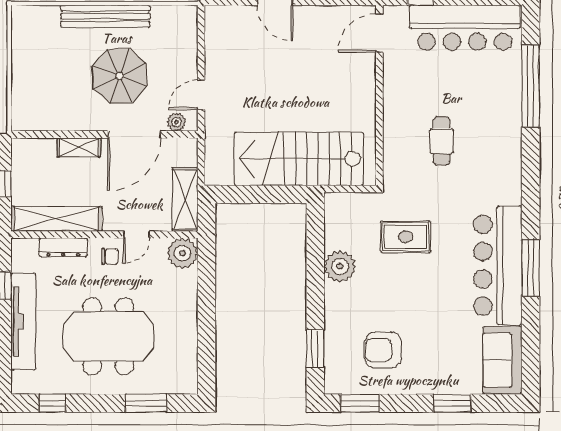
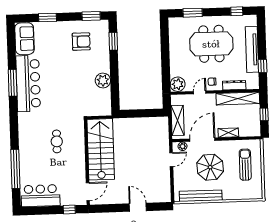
bench: (105, 16) -> (201, 196), moved
bar counter: (465, 28) -> (41, 196), width x0.73
sun lounger: (46, 79) -> (245, 165), added
stairs: (299, 159) -> (101, 149), moved, turned -90
shelving: (185, 199) -> (178, 120), moved
rug: (406, 237) -> (72, 95), removed

